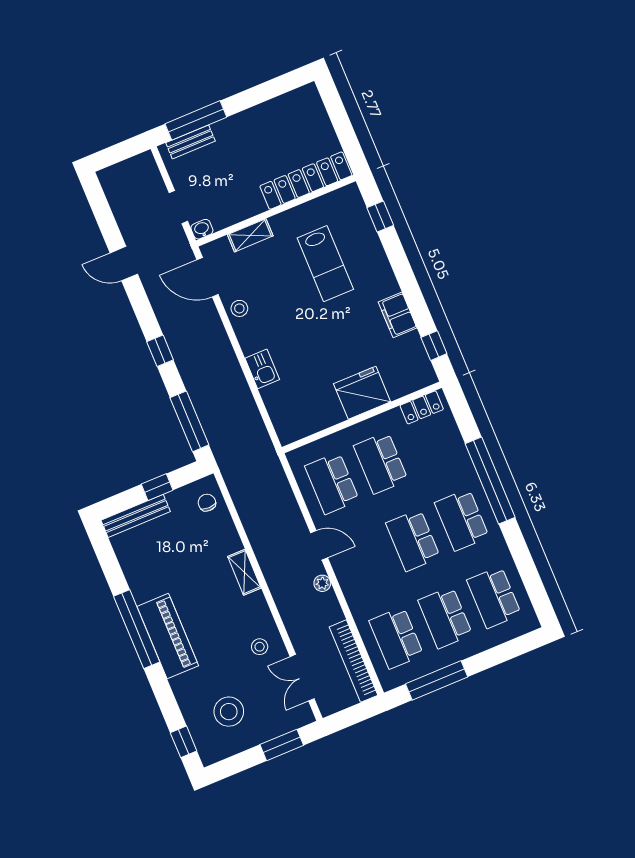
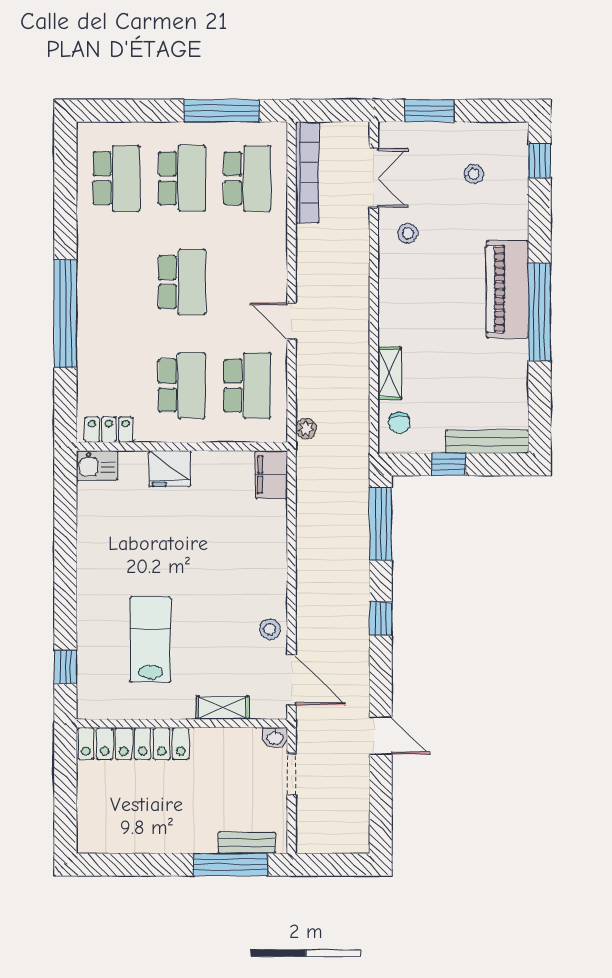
filing cabinet: (398, 315) -> (271, 475), moved, turned 180
window: (434, 346) -> (65, 494), removed
kitchen sink: (262, 369) -> (97, 465), moved, turned -90
fridge: (362, 393) -> (170, 469), width x0.73, depth x0.75
school desk: (462, 520) -> (116, 282), removed
shelving: (244, 572) -> (390, 373), moved
plant: (322, 583) -> (306, 429), moved
stool: (229, 712) -> (474, 174), width x0.53, depth x0.53

